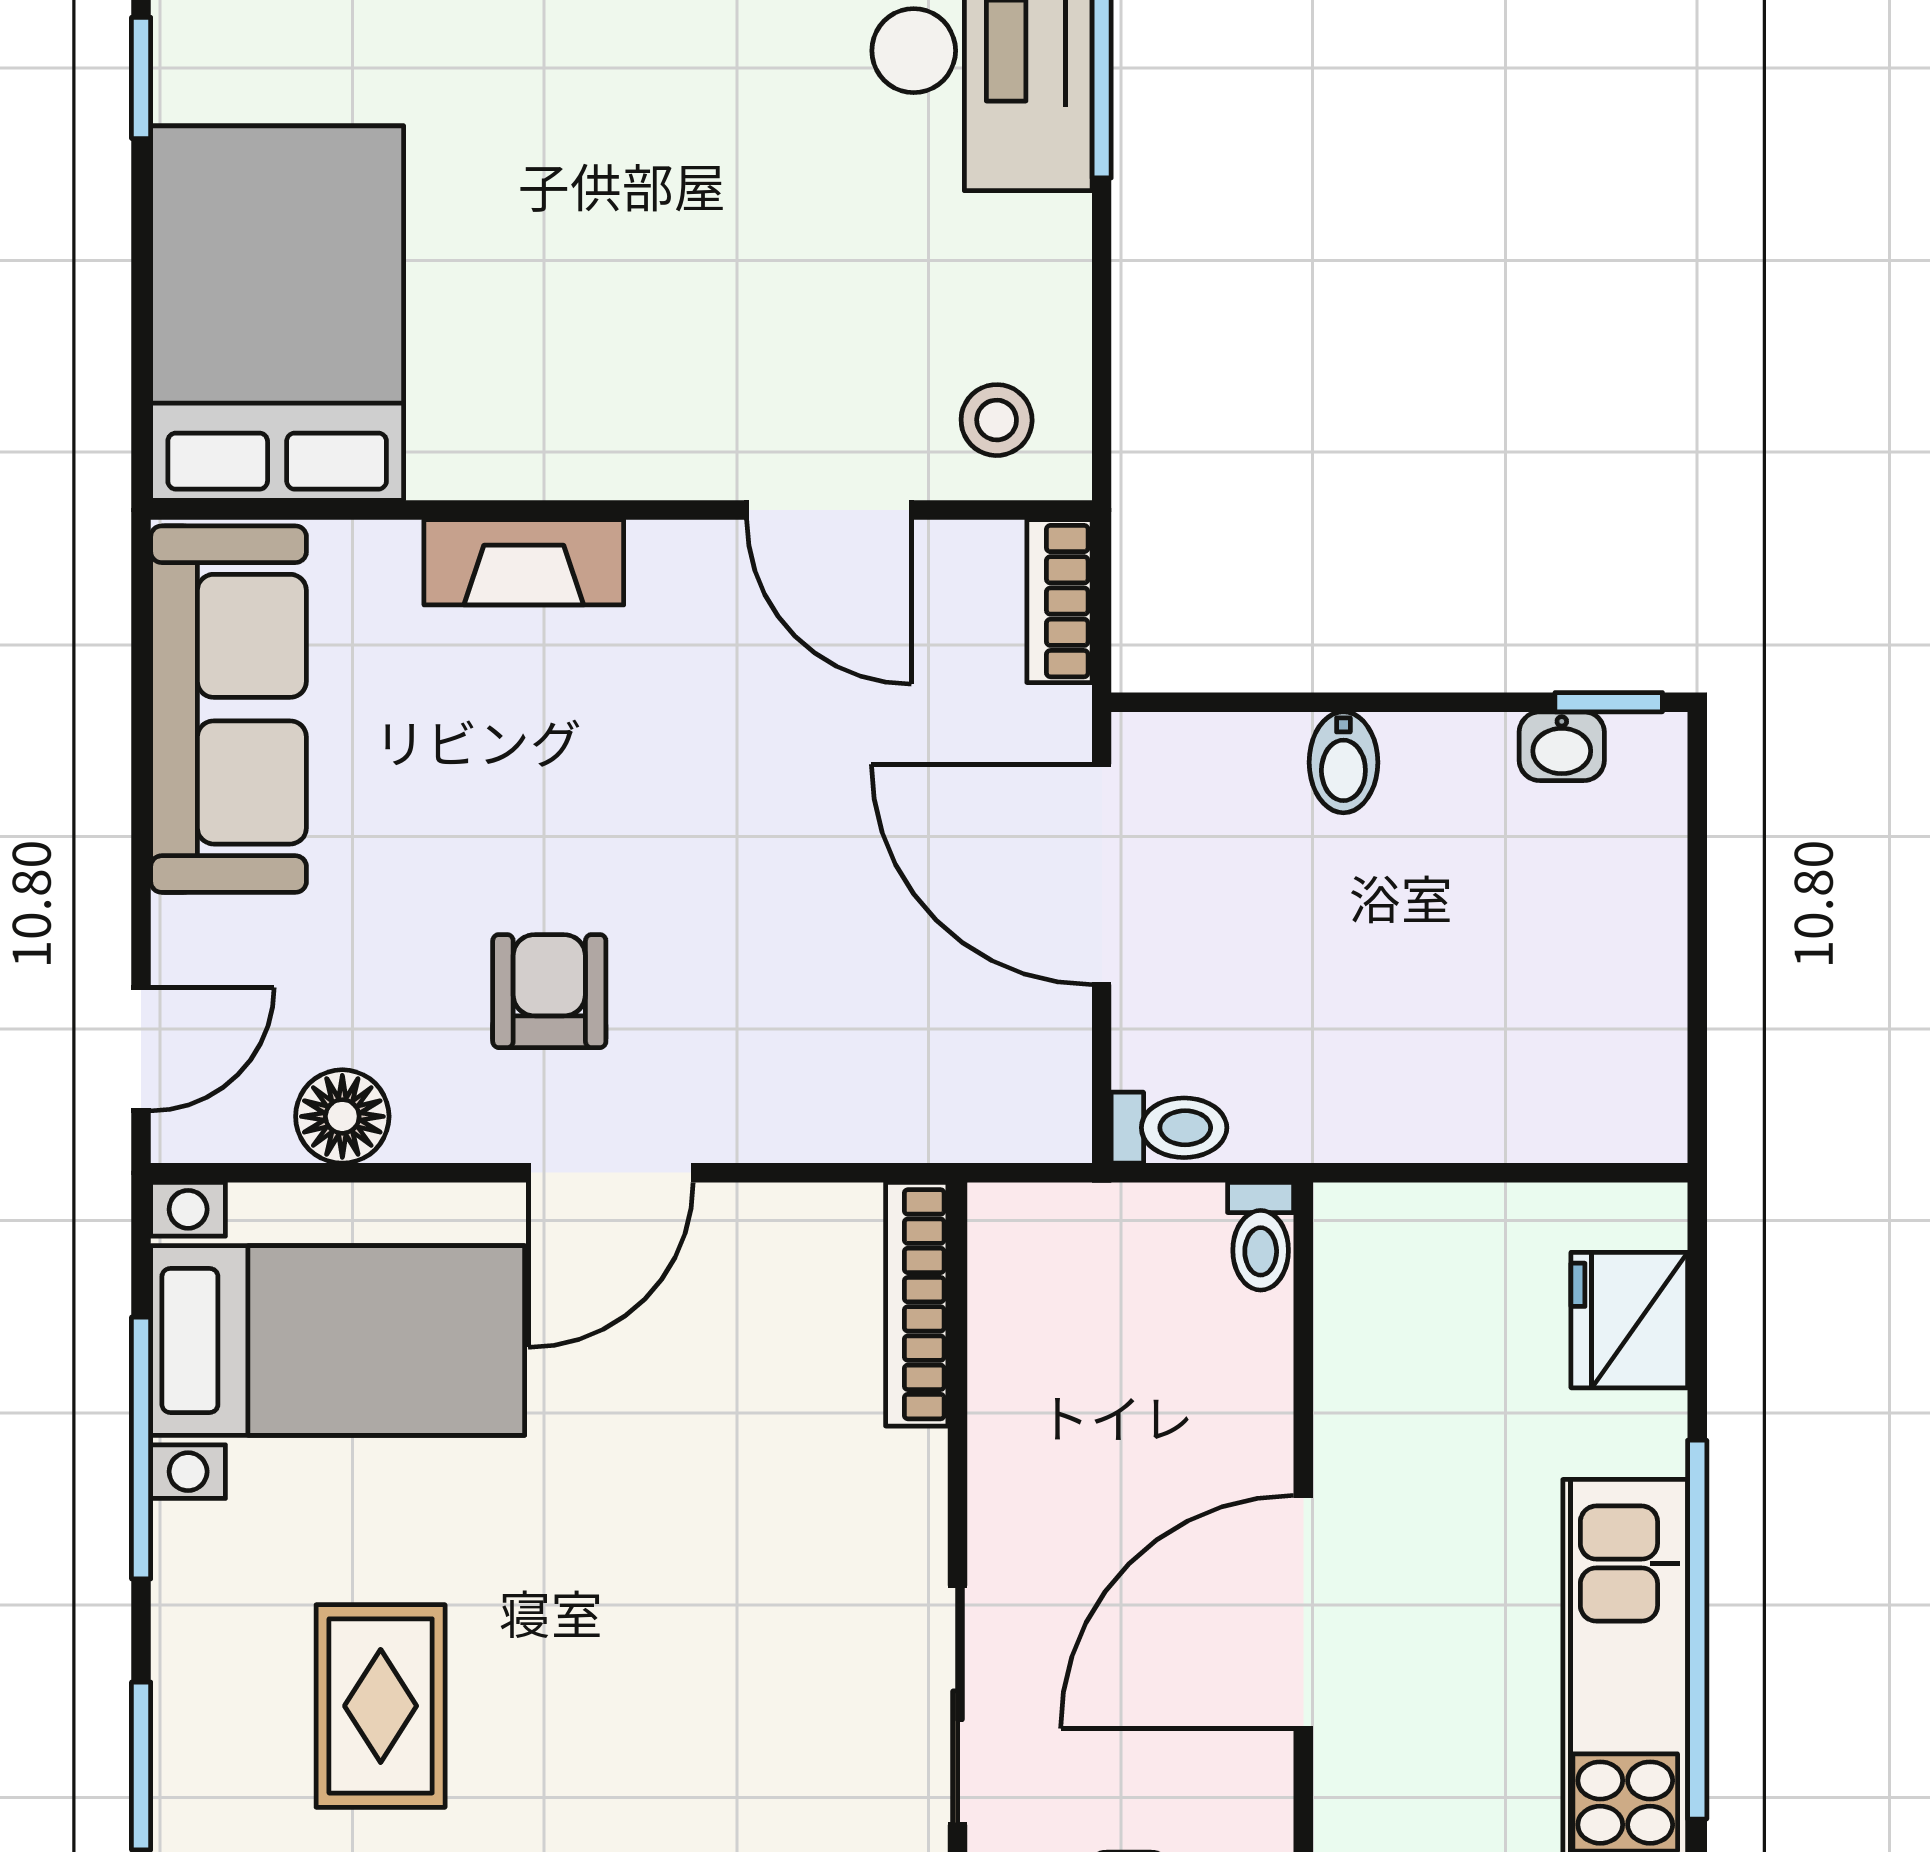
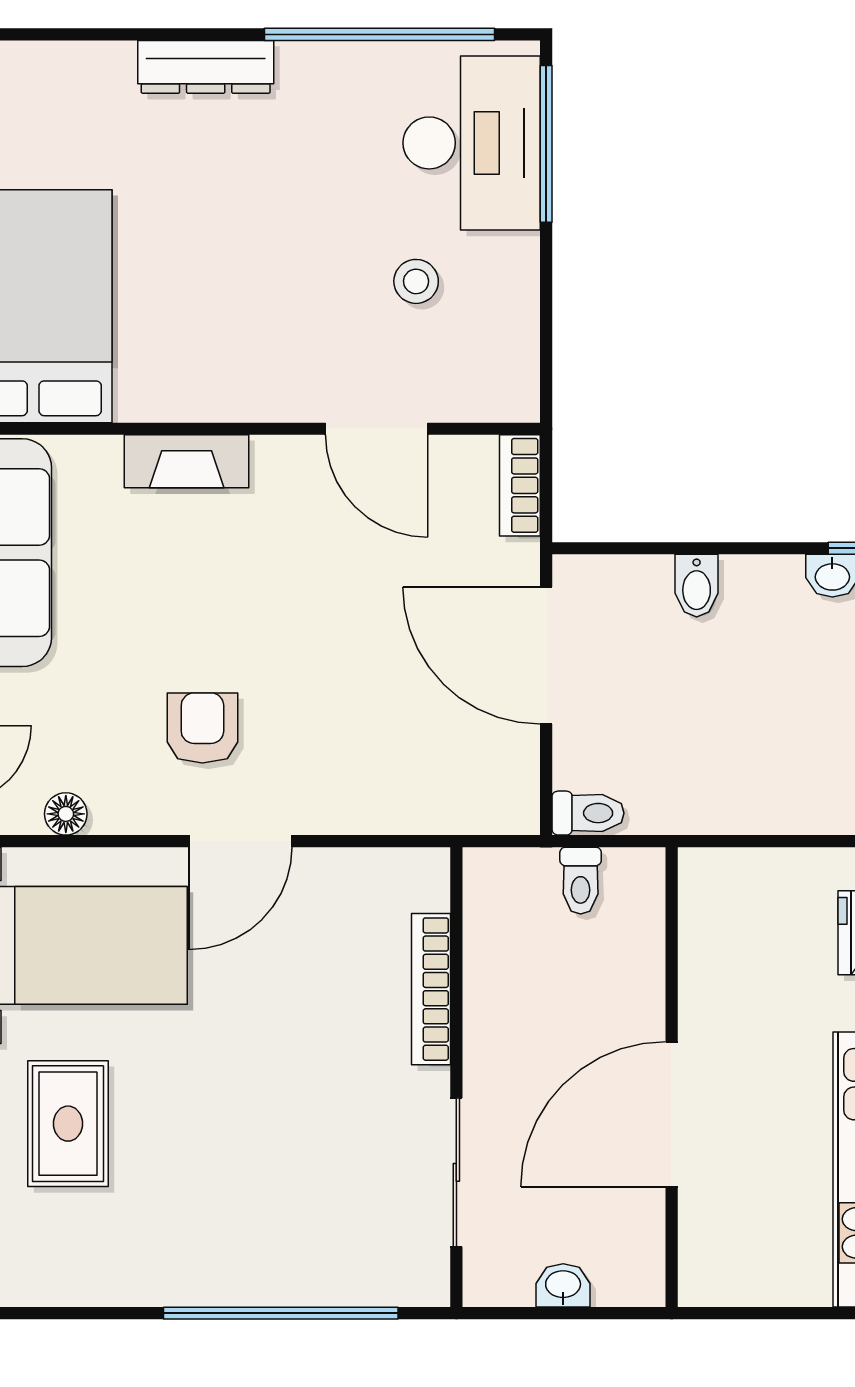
stool: (997, 420) -> (416, 281), moved
floor lamp: (342, 1116) -> (66, 814), width x0.73, depth x0.73
toilet: (1261, 1236) -> (581, 881), moved
bookcase: (917, 1304) -> (431, 989), moved
rug: (381, 1706) -> (68, 1124), moved

